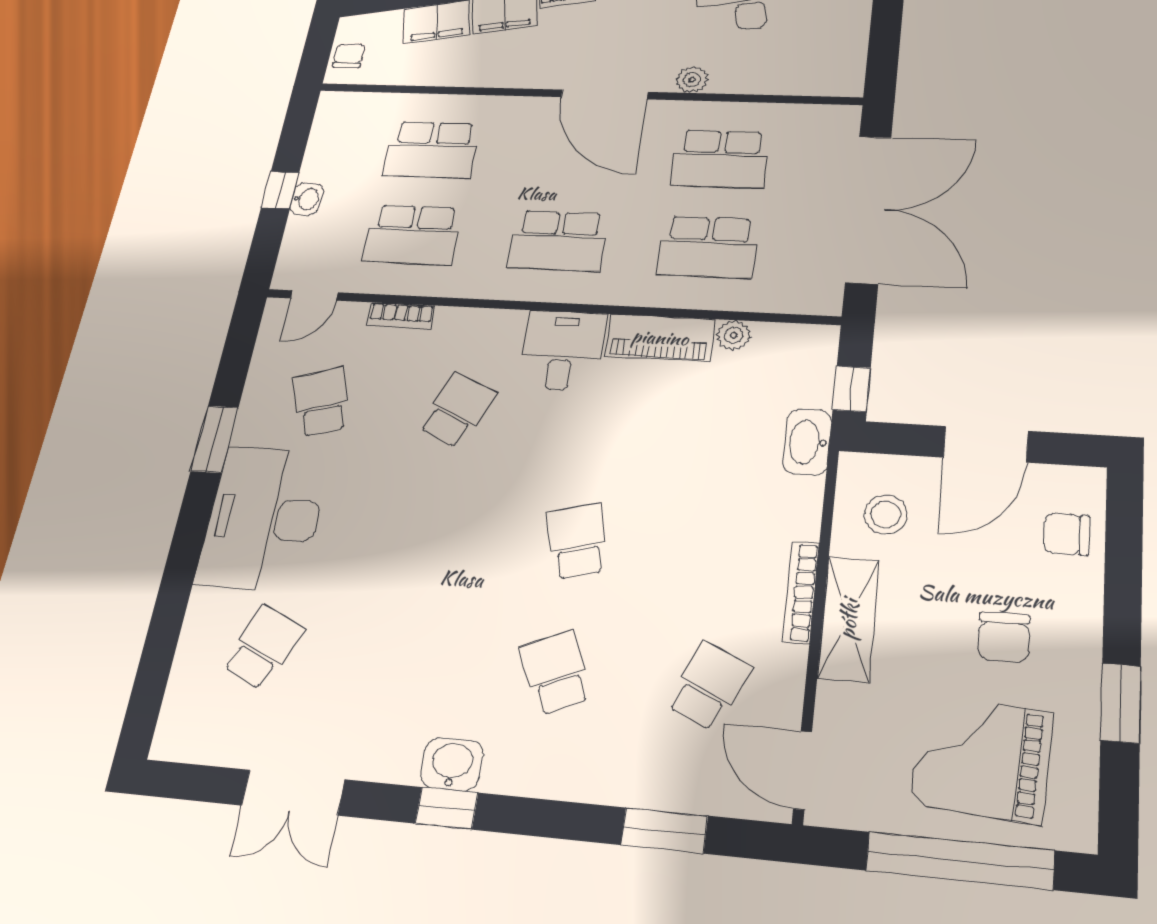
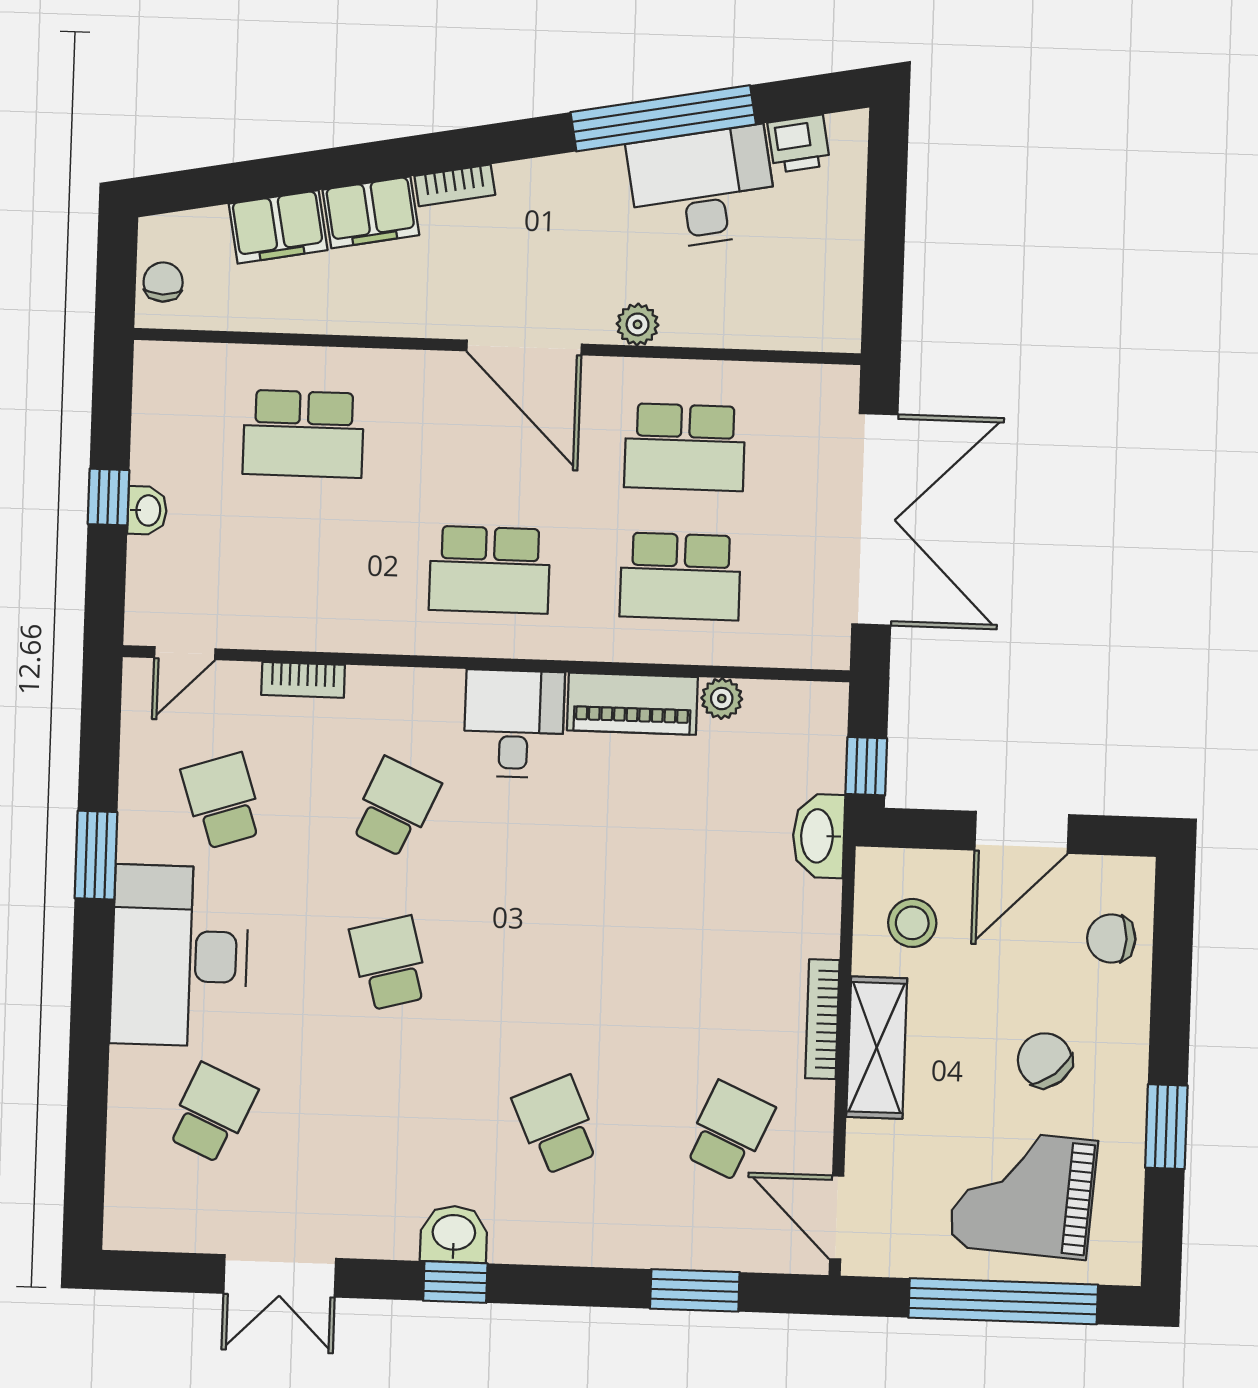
school desk: (412, 235) -> (299, 563), removed
school desk: (577, 541) -> (390, 963), moved
chair: (1004, 637) -> (1045, 1060), turned 141

